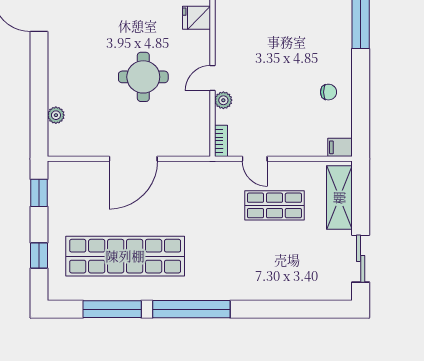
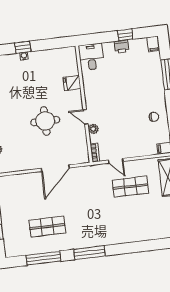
door: (212, 78) -> (86, 117), hinge flipped
door: (133, 159) -> (55, 168), moved
shop shelf: (125, 256) -> (47, 226), width x0.50, depth x0.74
window: (191, 309) -> (89, 253), width x0.68

